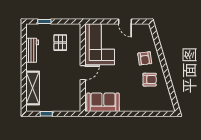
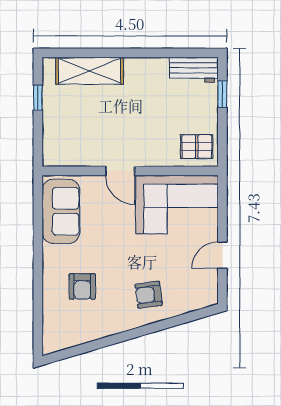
pallet: (60, 43) -> (197, 147), moved
workbench: (32, 50) -> (194, 70), moved
armchair: (150, 80) -> (82, 286), moved

